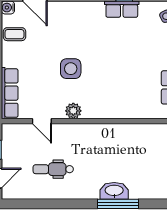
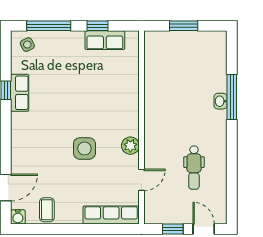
washbasin: (114, 191) -> (220, 101), width x0.52, depth x0.69

